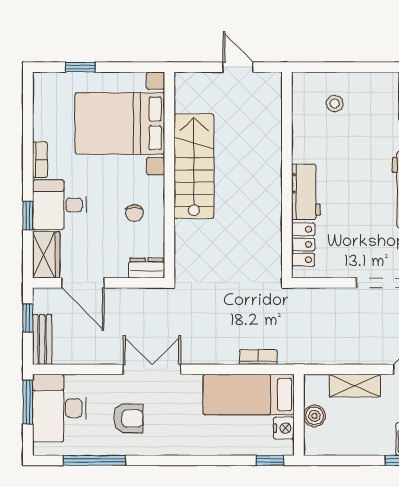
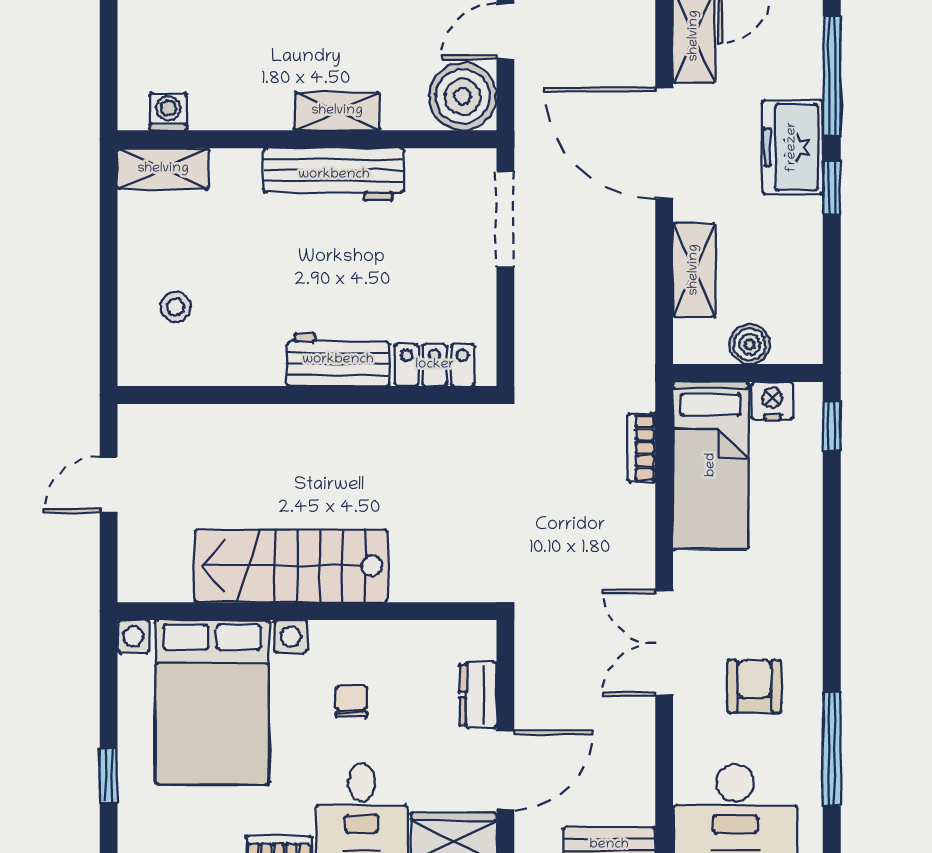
chair: (134, 213) -> (352, 702), moved, turned -90
dresser: (147, 268) -> (478, 695), moved

